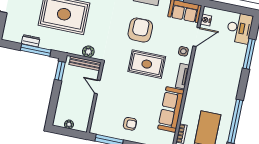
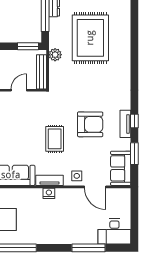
nightstand: (206, 20) -> (49, 193), moved
plant: (88, 52) -> (55, 55), moved
rug: (147, 64) -> (55, 139), width x0.73, depth x0.70

